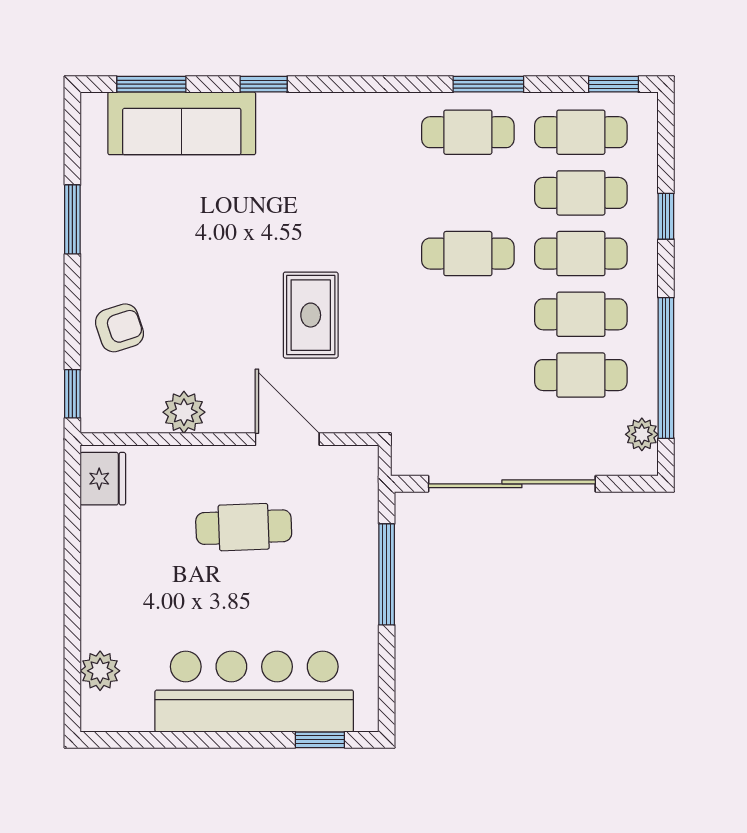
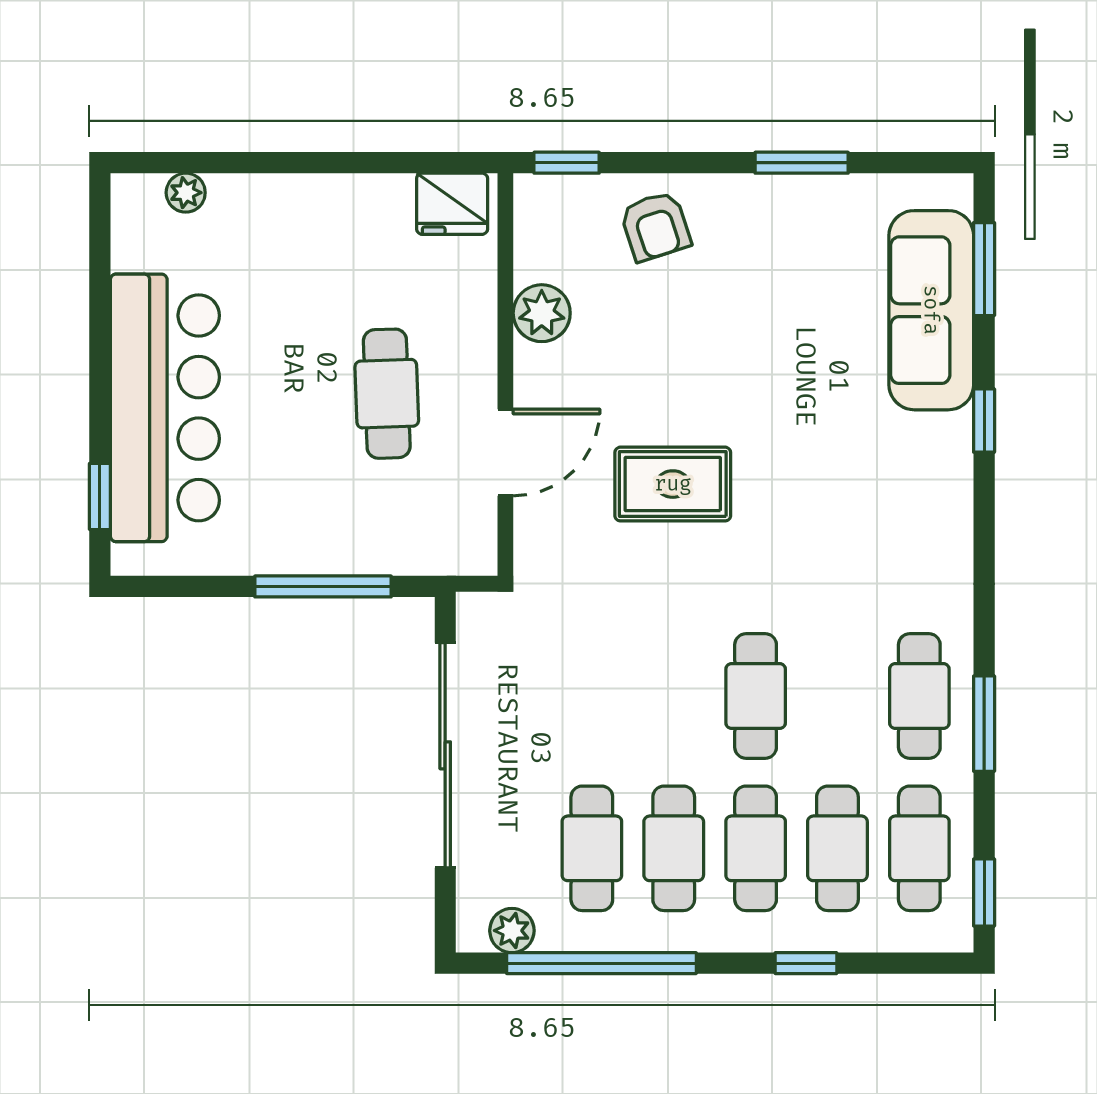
plant: (100, 671) -> (186, 193), width x0.73, depth x0.73

